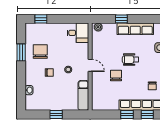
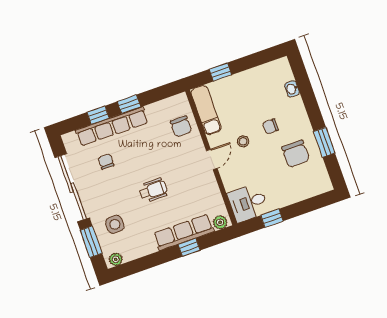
window: (41, 19) -> (272, 218), moved
row of seats: (135, 29) -> (184, 232), moved
door: (90, 65) -> (212, 159), swing flipped
chair: (116, 75) -> (181, 126), moved
window: (56, 115) -> (220, 72), moved

